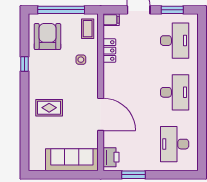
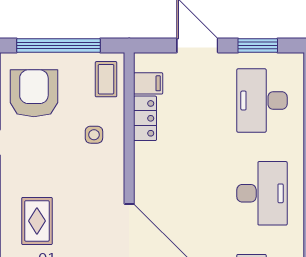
filing cabinet: (111, 20) -> (148, 83), moved
desk: (175, 41) -> (262, 101), turned 180
rug: (49, 108) -> (37, 221), turned 90

